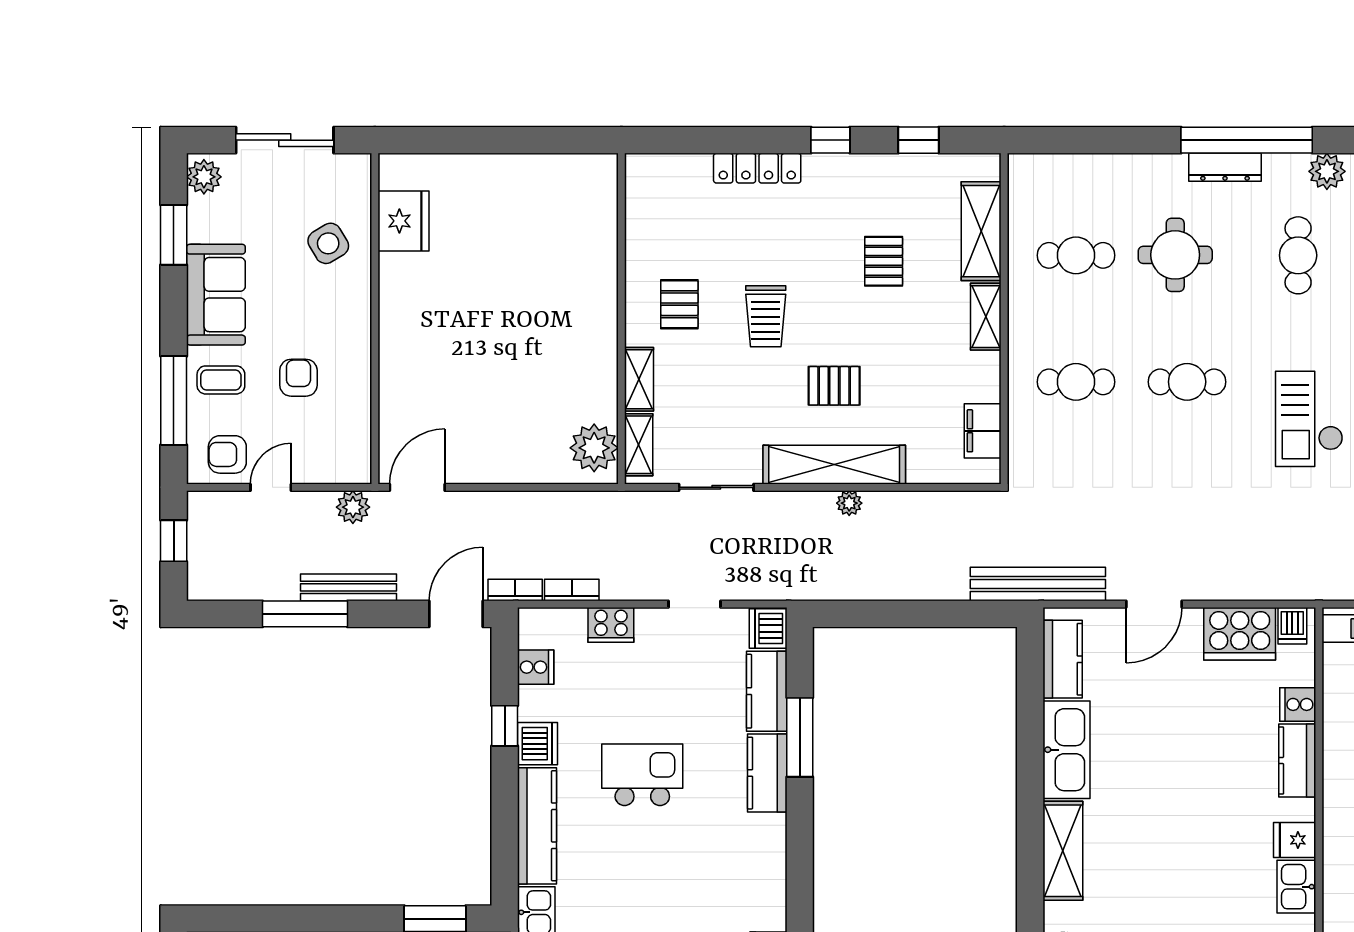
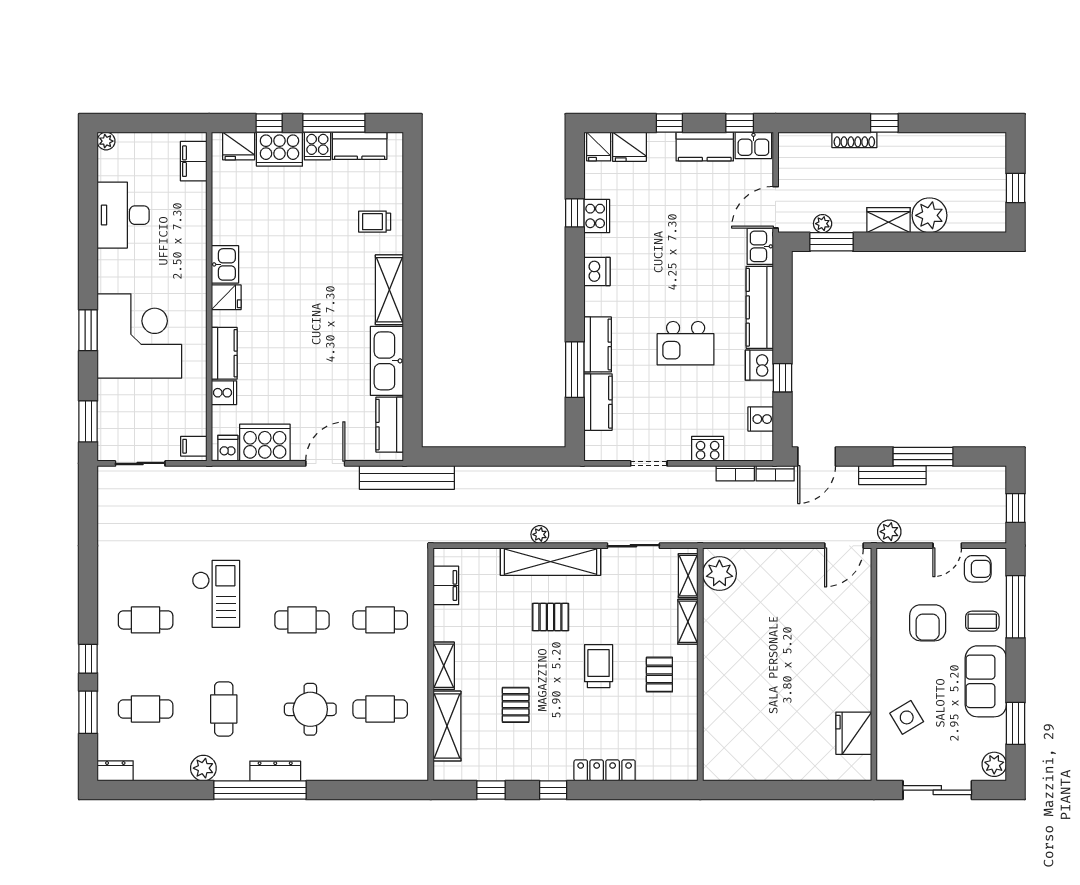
armchair: (298, 378) -> (928, 623), width x1.38, depth x1.38
dishwasher: (768, 628) -> (597, 272), moved

